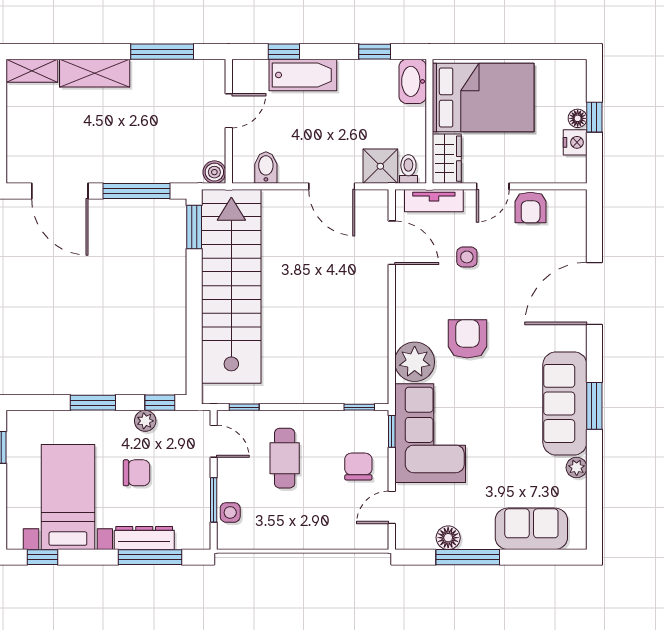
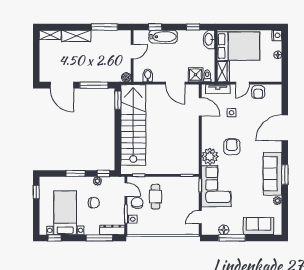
window: (594, 117) -> (285, 54), removed
nightstand: (575, 142) -> (277, 35), moved
chair: (358, 467) -> (137, 203), moved
dresser: (144, 538) -> (112, 230), moved

